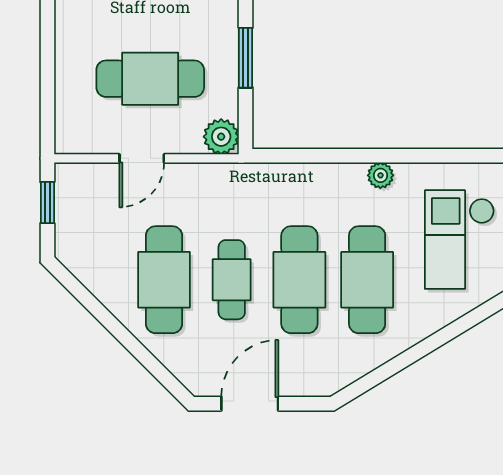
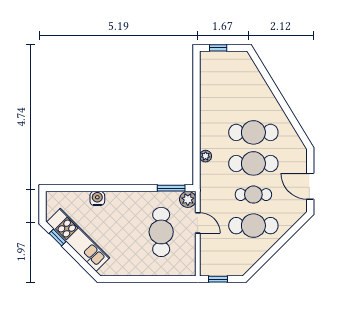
window: (246, 58) -> (171, 188), moved
door: (142, 158) -> (198, 223), moved
plant: (380, 175) -> (206, 156), moved
checkout: (460, 240) -> (235, 90), removed

